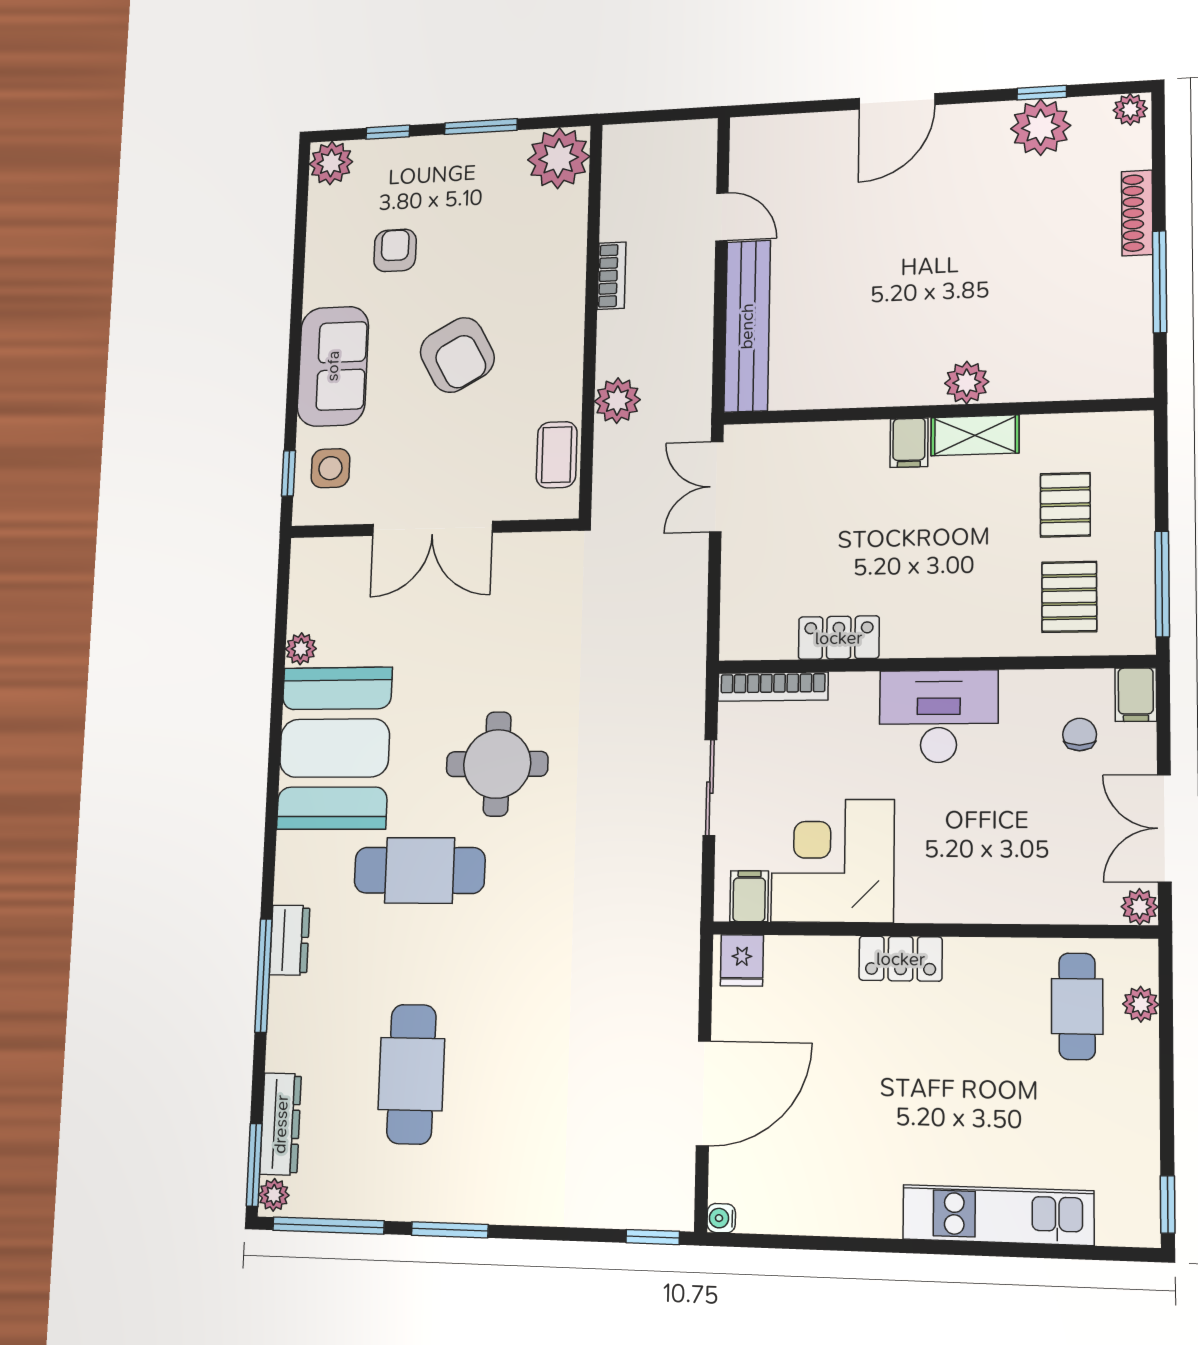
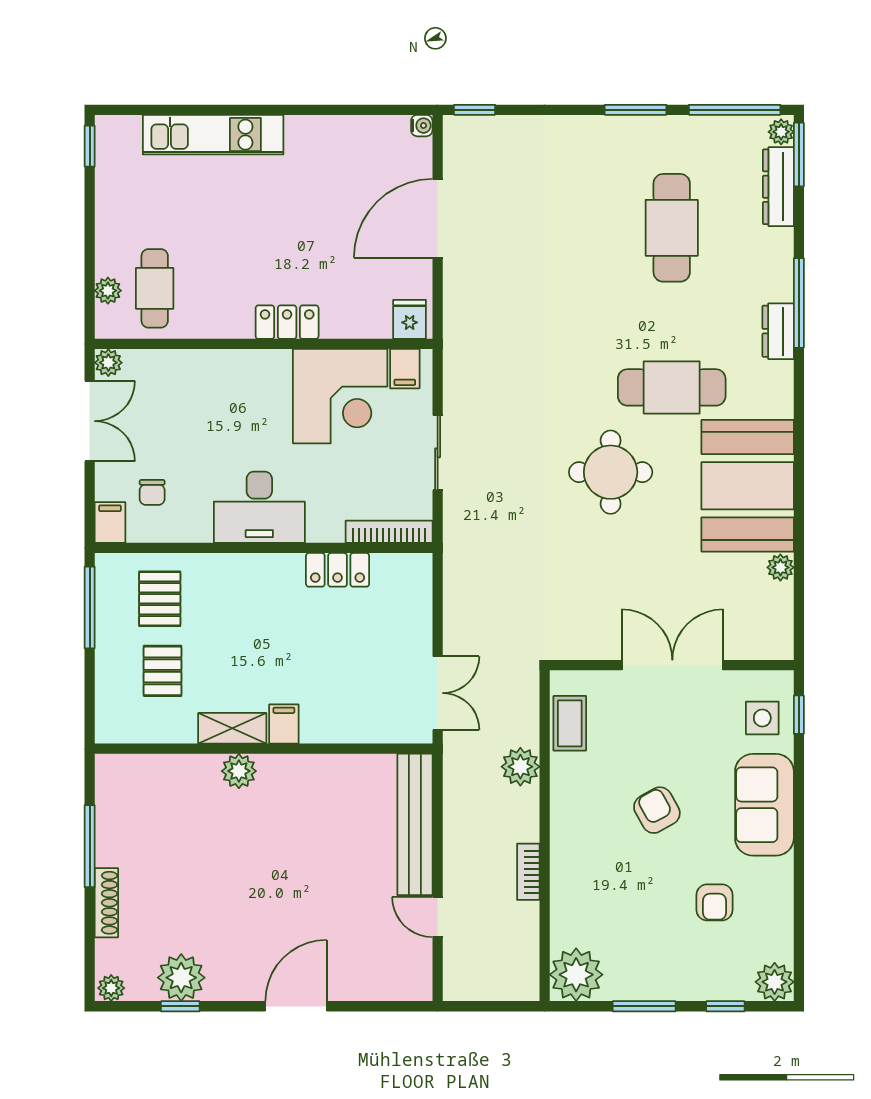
armchair: (457, 355) -> (657, 810), width x0.72, depth x0.72

